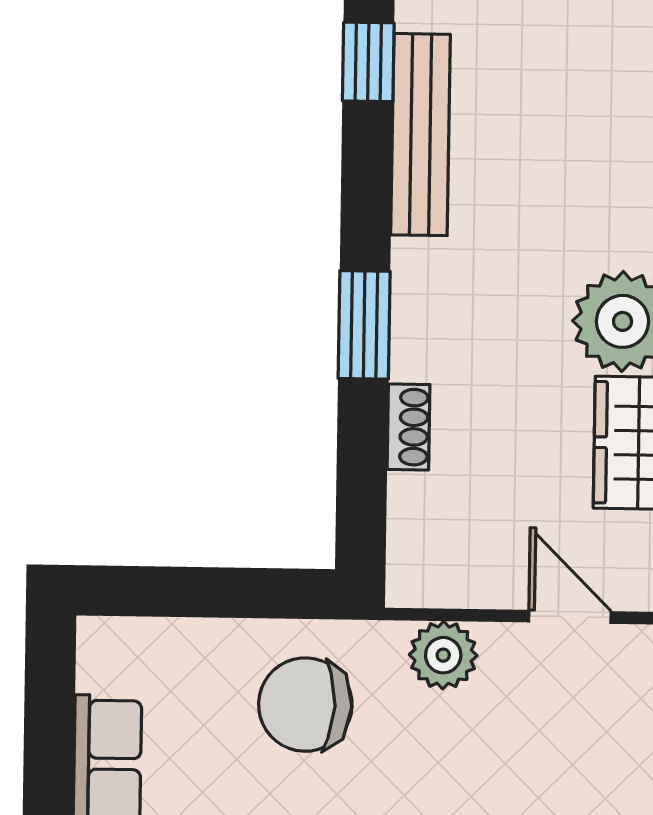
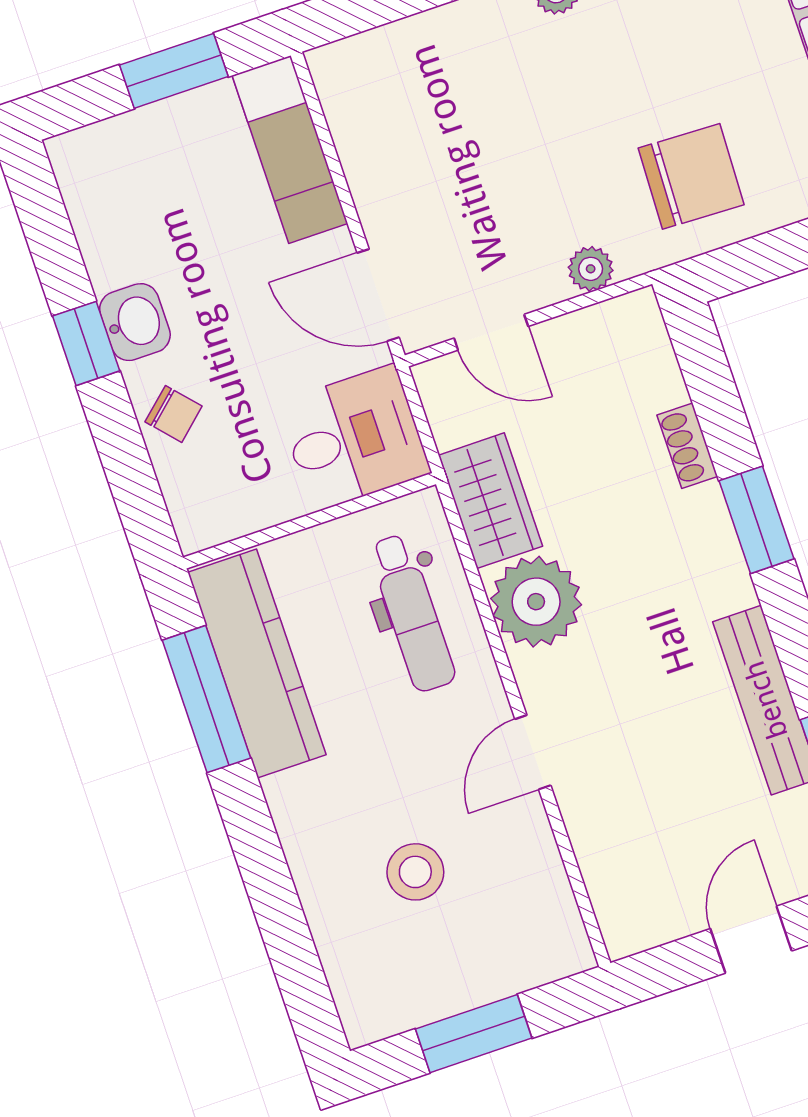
plant: (443, 655) -> (591, 269), width x0.73, depth x0.73

